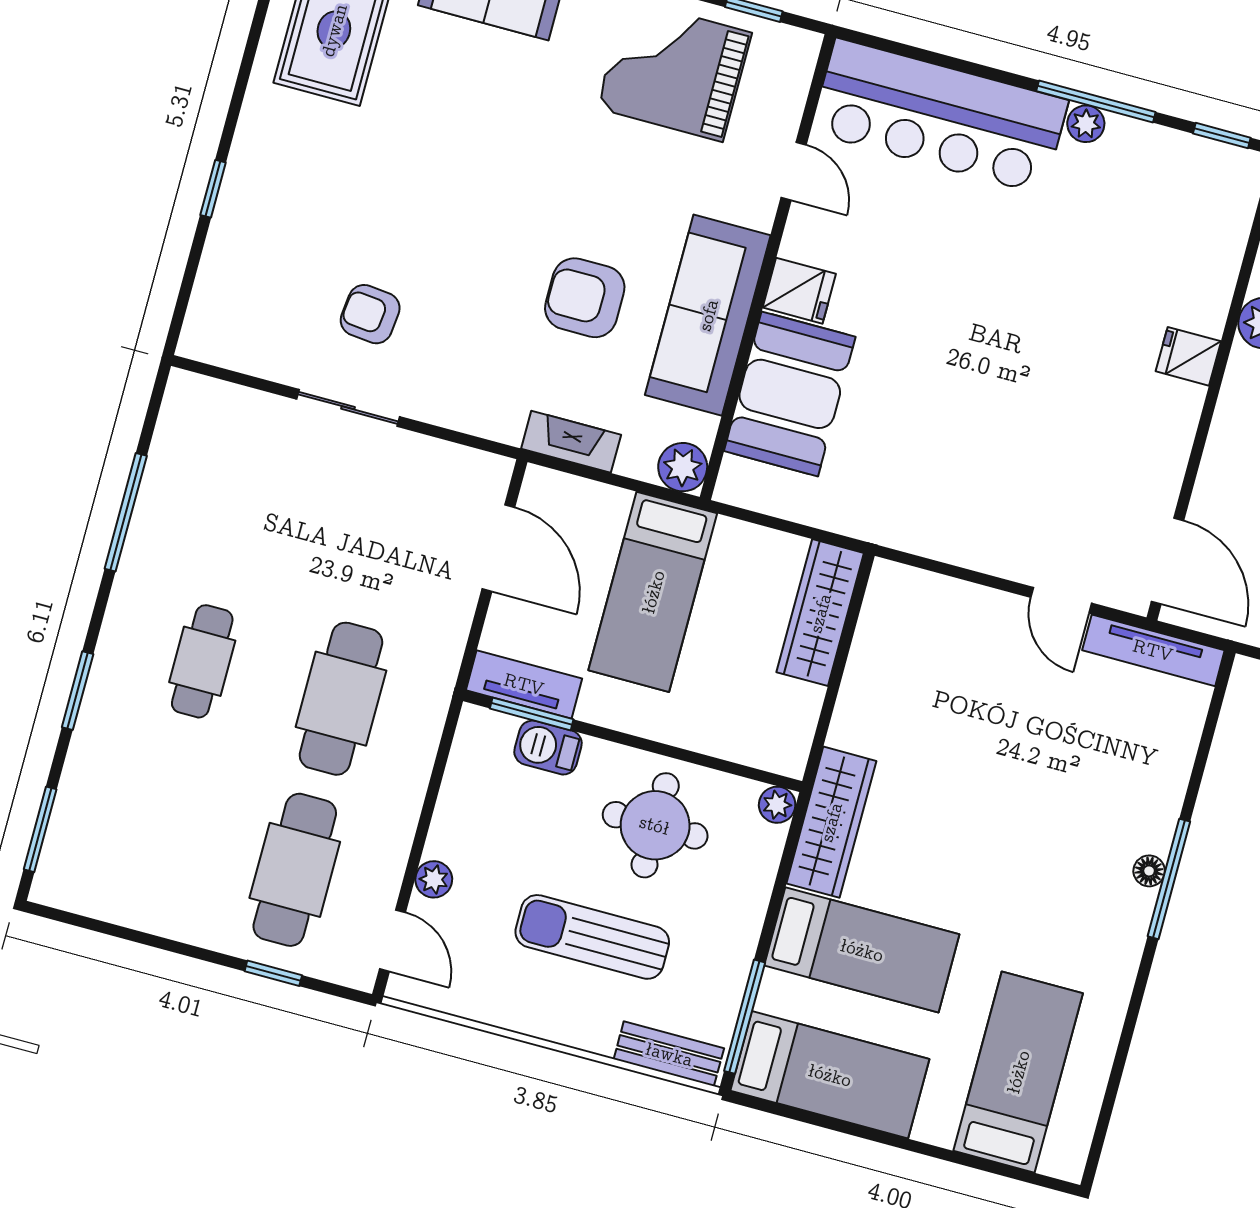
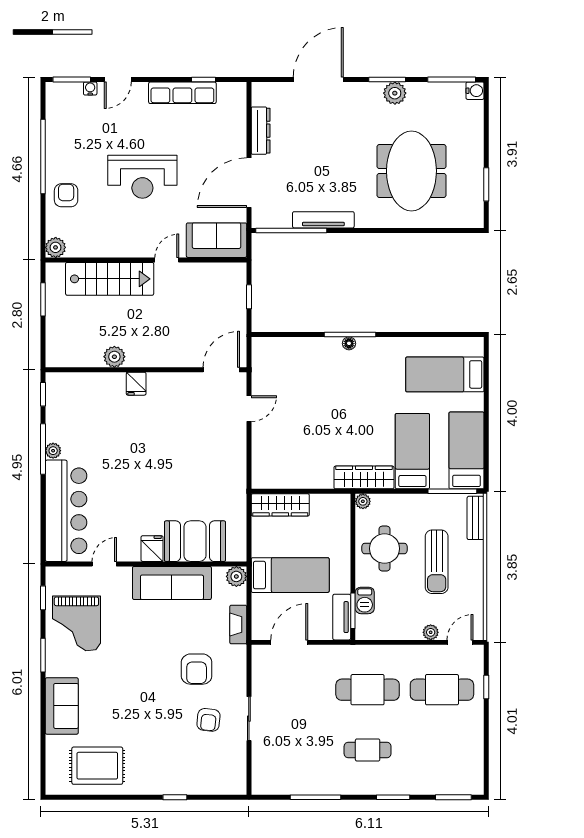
armchair: (585, 298) -> (197, 669), moved
tv unit: (1153, 650) -> (259, 366), removed

